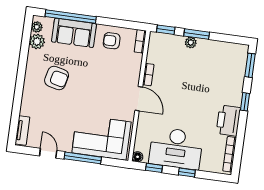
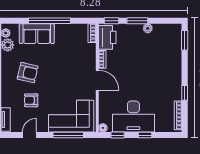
window: (71, 17) -> (49, 21), moved
armchair: (112, 41) -> (31, 100), moved
plant: (191, 43) -> (148, 28), moved
window: (245, 102) -> (185, 93), moved
printer: (228, 121) -> (107, 37), moved, turned 180
door: (48, 153) -> (29, 135), hinge flipped
window: (83, 158) -> (68, 135), moved

